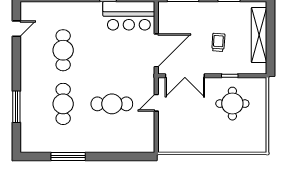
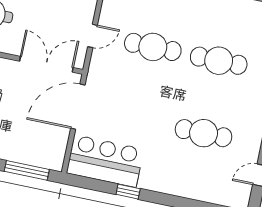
cafe table: (63, 50) -> (204, 133), turned 90
cafe table: (63, 104) -> (219, 61), turned 90

